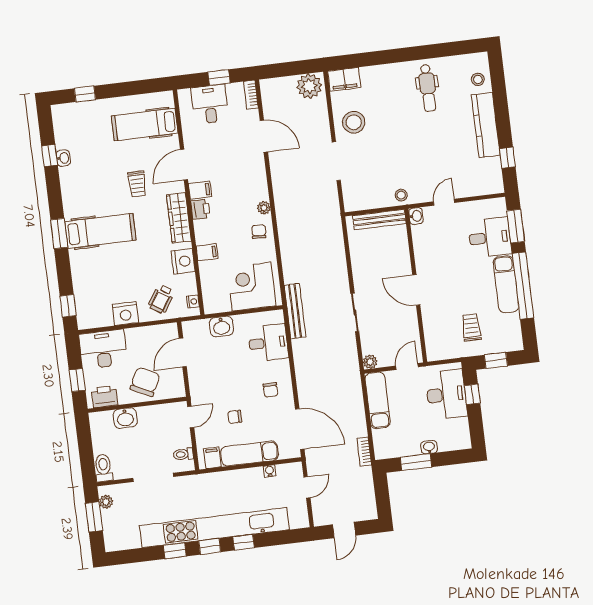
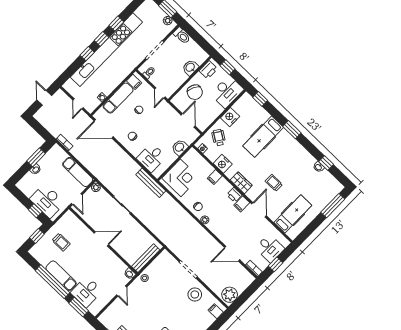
filing cabinet: (344, 79) -> (216, 311), width x0.50
window: (85, 94) -> (333, 206), width x2.17
wardrobe: (179, 218) -> (241, 183), width x0.67
hospital bed: (100, 231) -> (263, 137), moved

